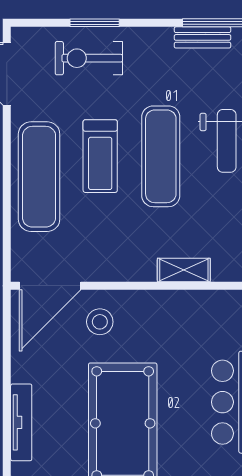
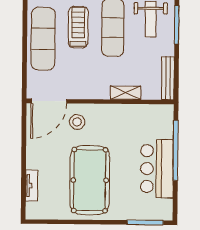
treadmill: (100, 156) -> (78, 27), turned 180
tv unit: (21, 422) -> (32, 186), width x0.71

